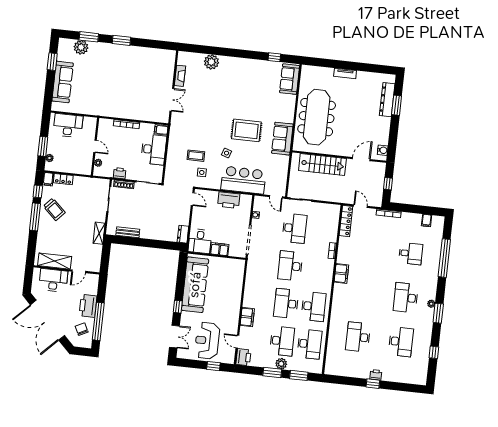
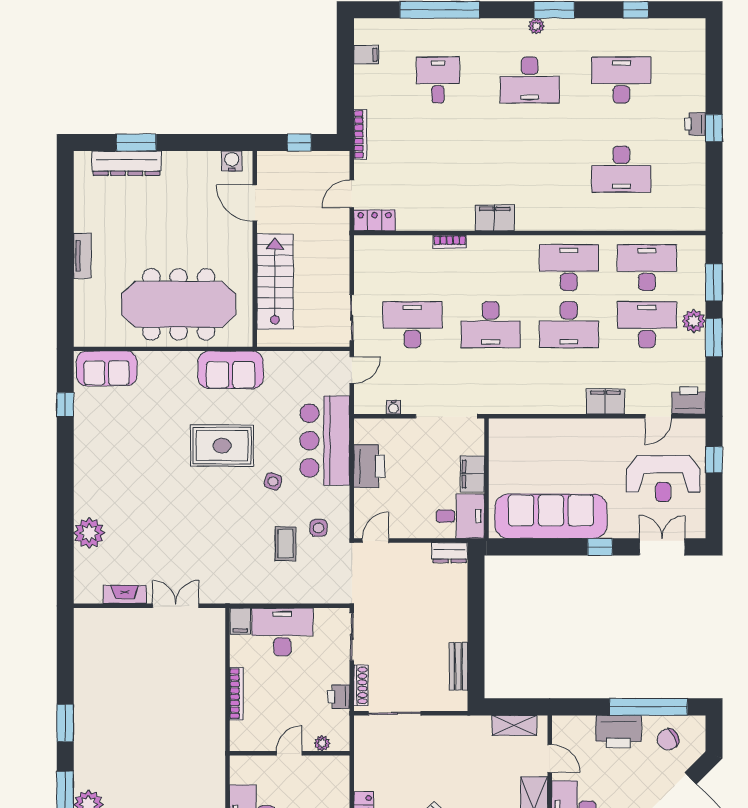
rug: (246, 130) -> (222, 446), turned 90
locker: (346, 221) -> (375, 220), width x0.66
shelving: (99, 233) -> (514, 725), moved

